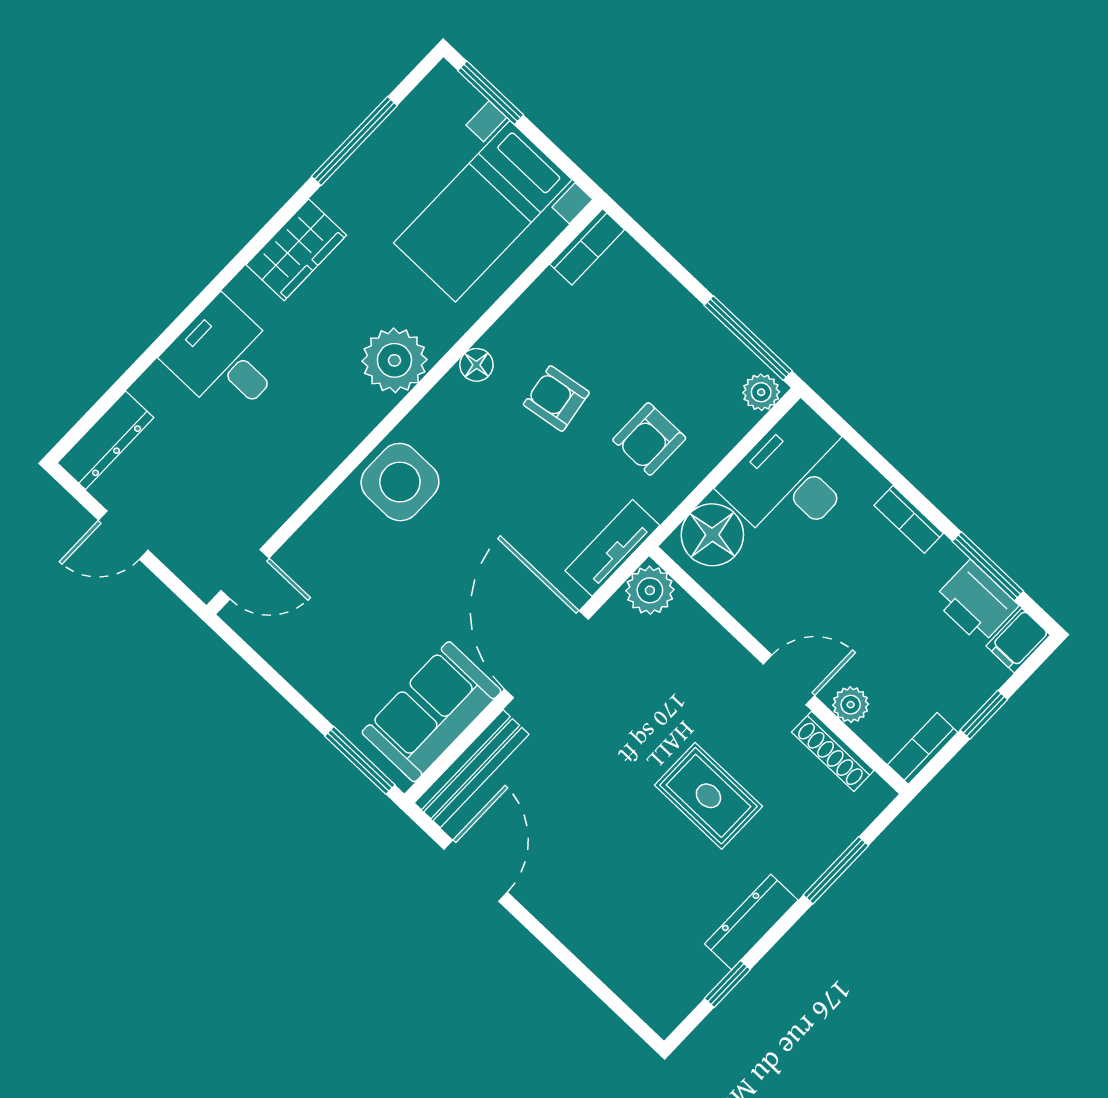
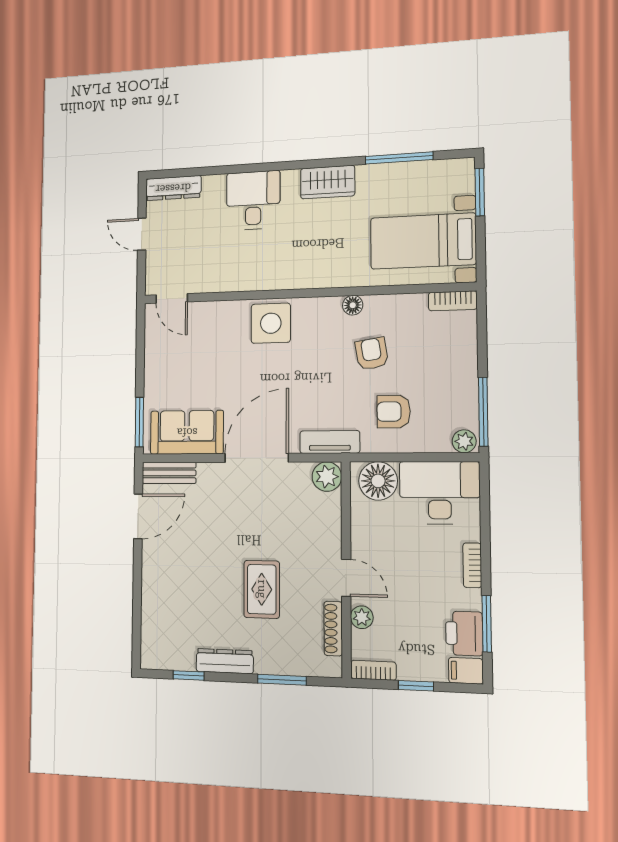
plant: (394, 360) -> (321, 269), removed
bench: (472, 769) -> (169, 473), width x0.73

